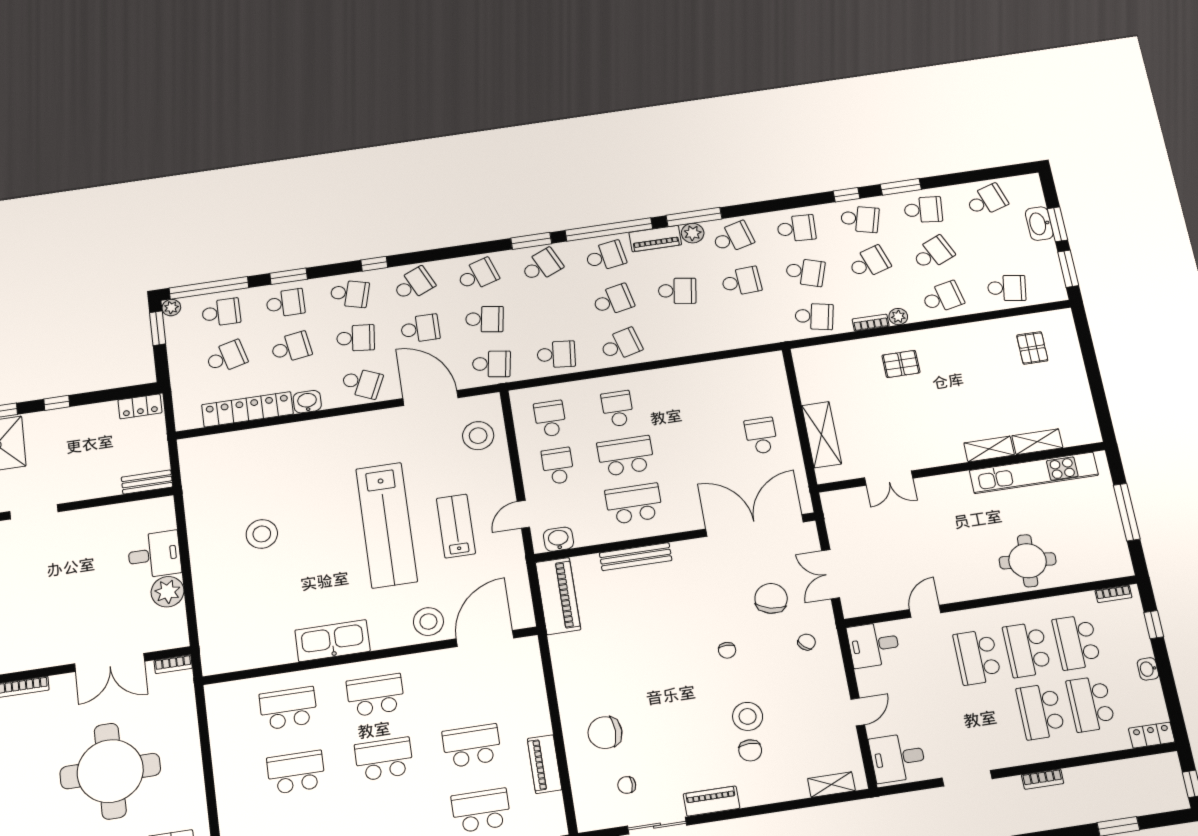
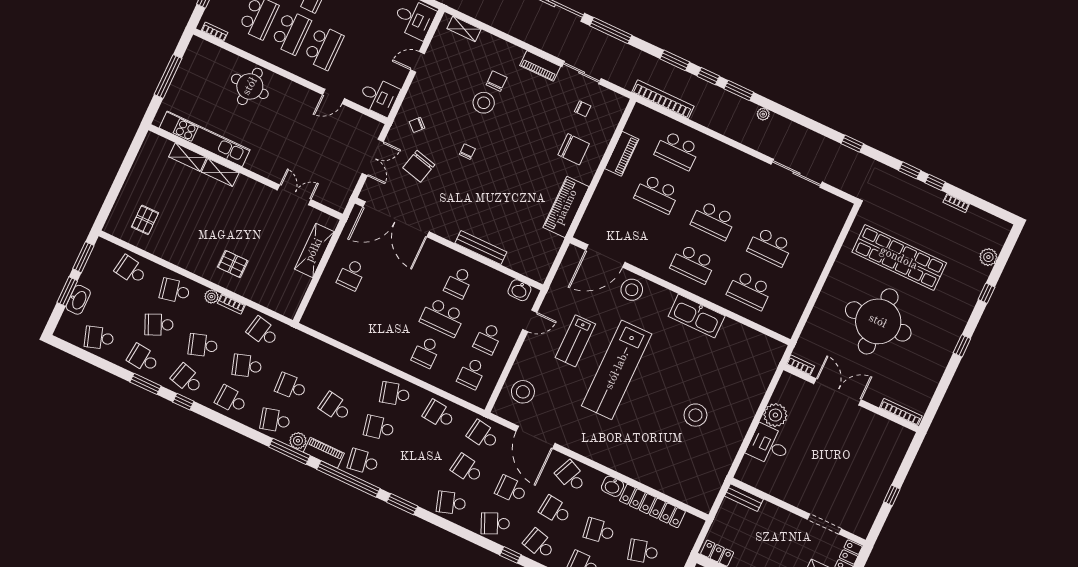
school desk: (542, 266) -> (407, 482), removed
school desk: (805, 272) -> (247, 366), turned -36
school desk: (634, 504) -> (459, 283), width x0.54
lab bench: (387, 525) -> (617, 370), turned 180
piano: (558, 596) -> (566, 207), moved

